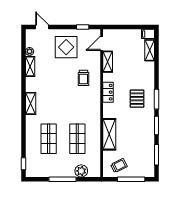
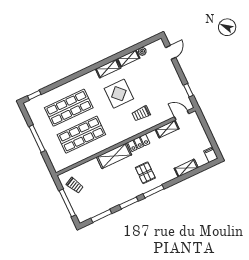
display table: (66, 47) -> (119, 94), moved
shelving: (150, 50) -> (186, 168), moved
pallet: (137, 99) -> (145, 173), turned 90
shelving: (31, 103) -> (108, 69), moved
shelving: (109, 134) -> (114, 156), moved
shop shelf: (49, 139) -> (69, 108), width x1.43, depth x1.36
shop shelf: (77, 139) -> (81, 135), width x1.43, depth x1.36
plant: (81, 171) -> (53, 152), removed

